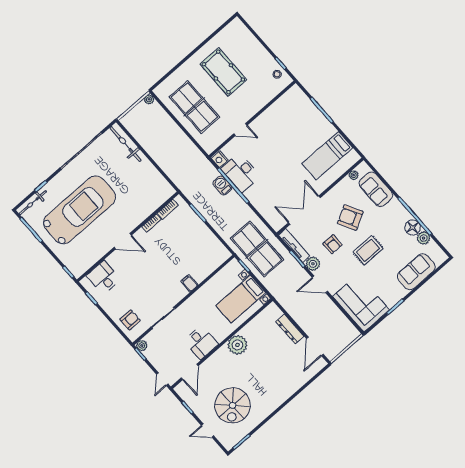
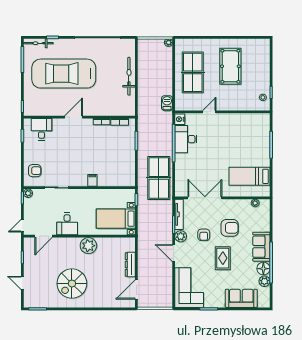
door: (240, 130) -> (209, 112), swing flipped
bicycle: (125, 144) -> (129, 76), moved
barbecue: (222, 185) -> (167, 103), moved
sofa: (376, 189) -> (261, 247), moved
car: (80, 210) -> (64, 74), turned 180
armchair: (350, 218) -> (230, 228), turned 118
door: (123, 241) -> (74, 117), swing flipped
table tennis table: (257, 249) -> (159, 178), moved
rug: (368, 250) -> (223, 258), turned 90
spiral stairs: (233, 405) -> (72, 284), moved

